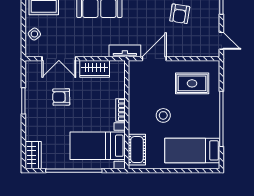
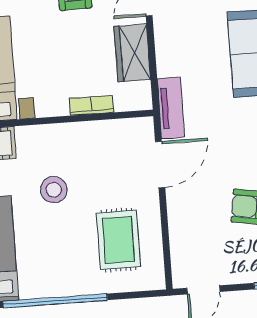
door: (154, 59) -> (160, 165), hinge flipped
bookcase: (120, 110) -> (91, 105), moved

